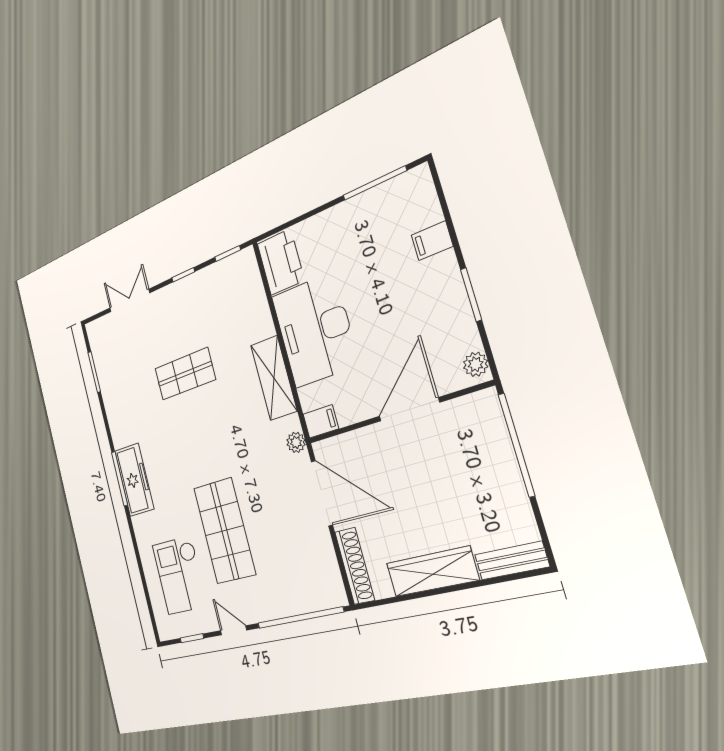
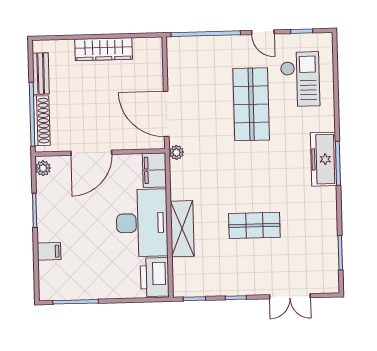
shelving: (274, 378) -> (182, 229), moved
filing cabinet: (321, 421) -> (154, 170), width x2.00
bench: (512, 561) -> (41, 74), moved, turned 90
shoe rack: (355, 566) -> (42, 121), moved, turned 180

